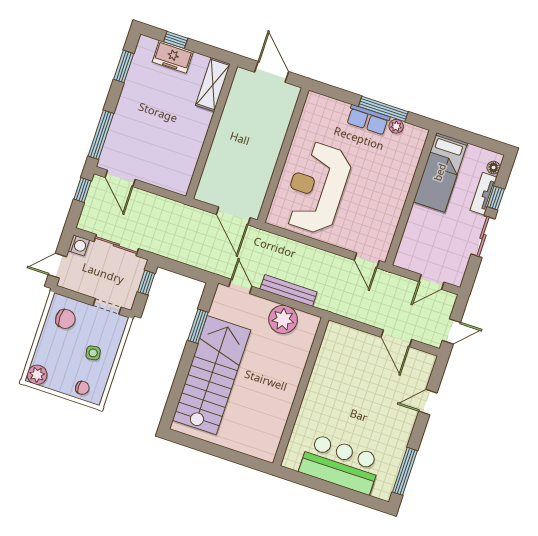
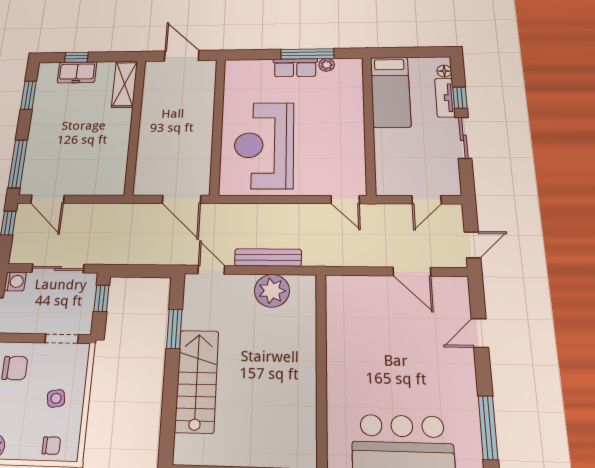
stairs: (212, 375) -> (197, 381), width x0.73, depth x0.66

